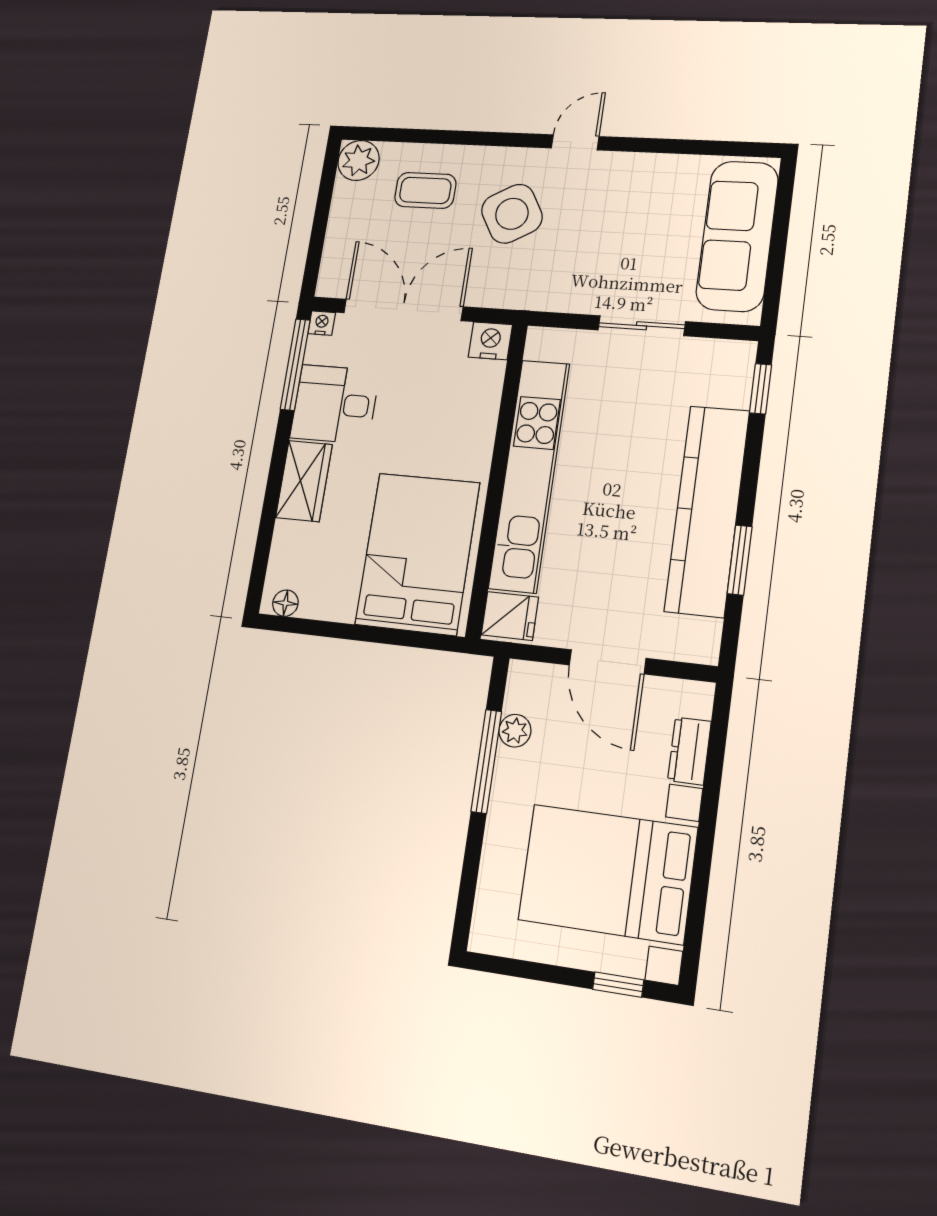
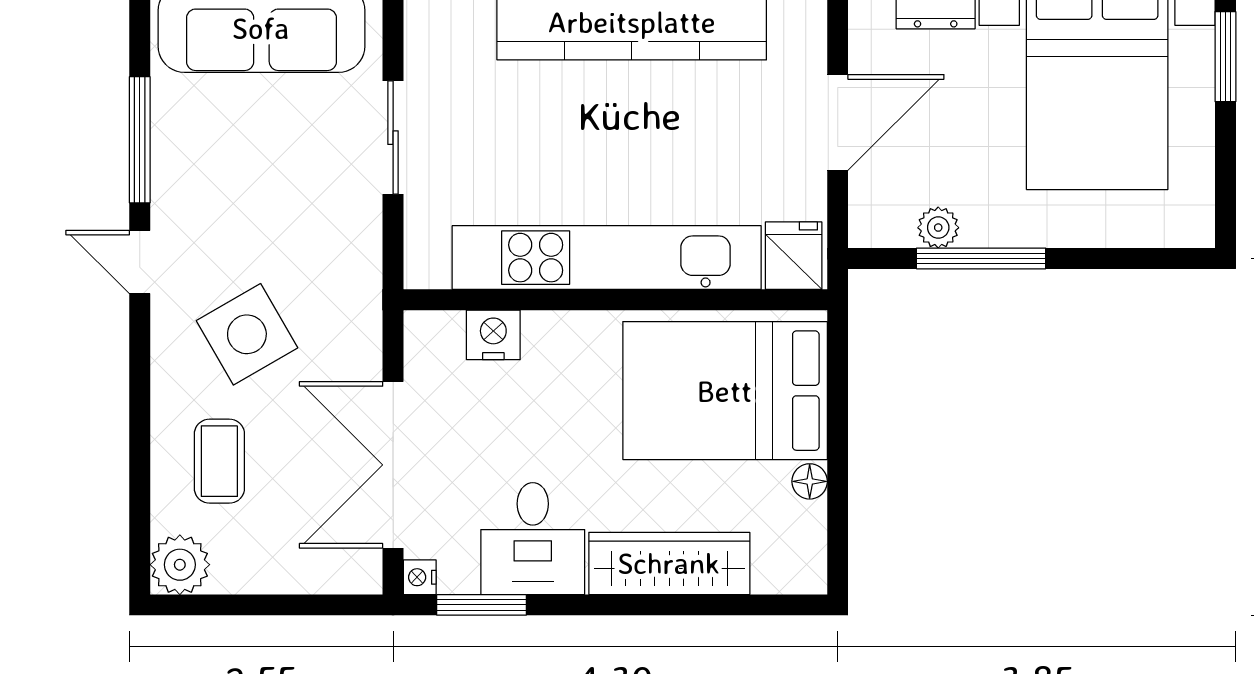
window: (665, 146) -> (140, 140), added
nightstand: (490, 341) -> (493, 335), moved, turned 90
window: (295, 365) -> (481, 605), width x0.69
wardrobe: (304, 481) -> (669, 563), width x1.50
floor lamp: (285, 603) -> (810, 481), moved
window: (618, 985) -> (1225, 57), width x1.50

